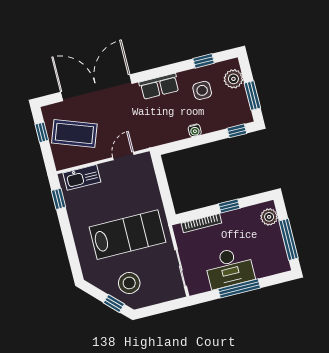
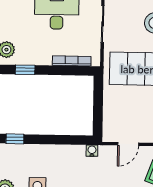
water cooler: (195, 130) -> (92, 151), moved
window: (229, 206) -> (25, 70), moved

